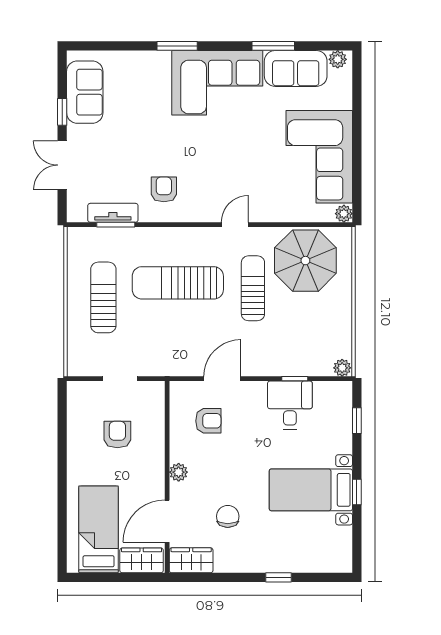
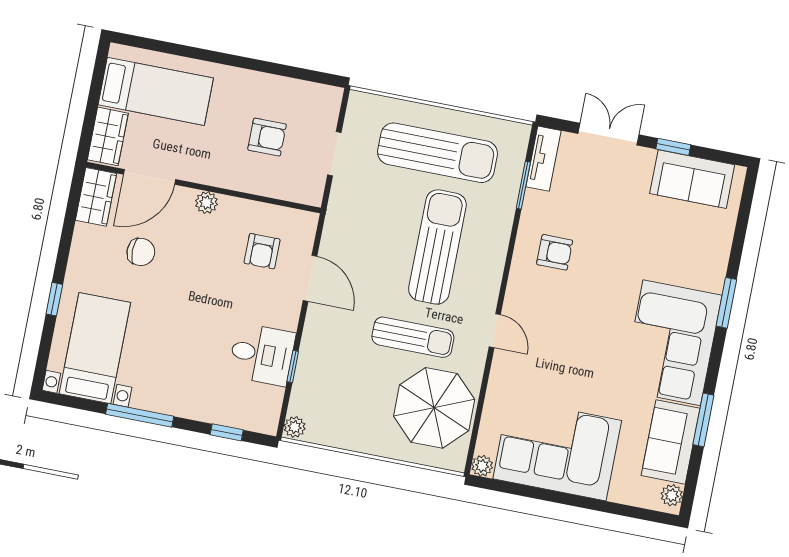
tv unit: (113, 213) -> (543, 159), moved
sun lounger: (103, 297) -> (438, 153), width x1.36, depth x1.34
bed with nightstands: (311, 490) -> (95, 348), moved
window: (357, 492) -> (140, 415), width x2.17
door: (167, 521) -> (150, 177), swing flipped

